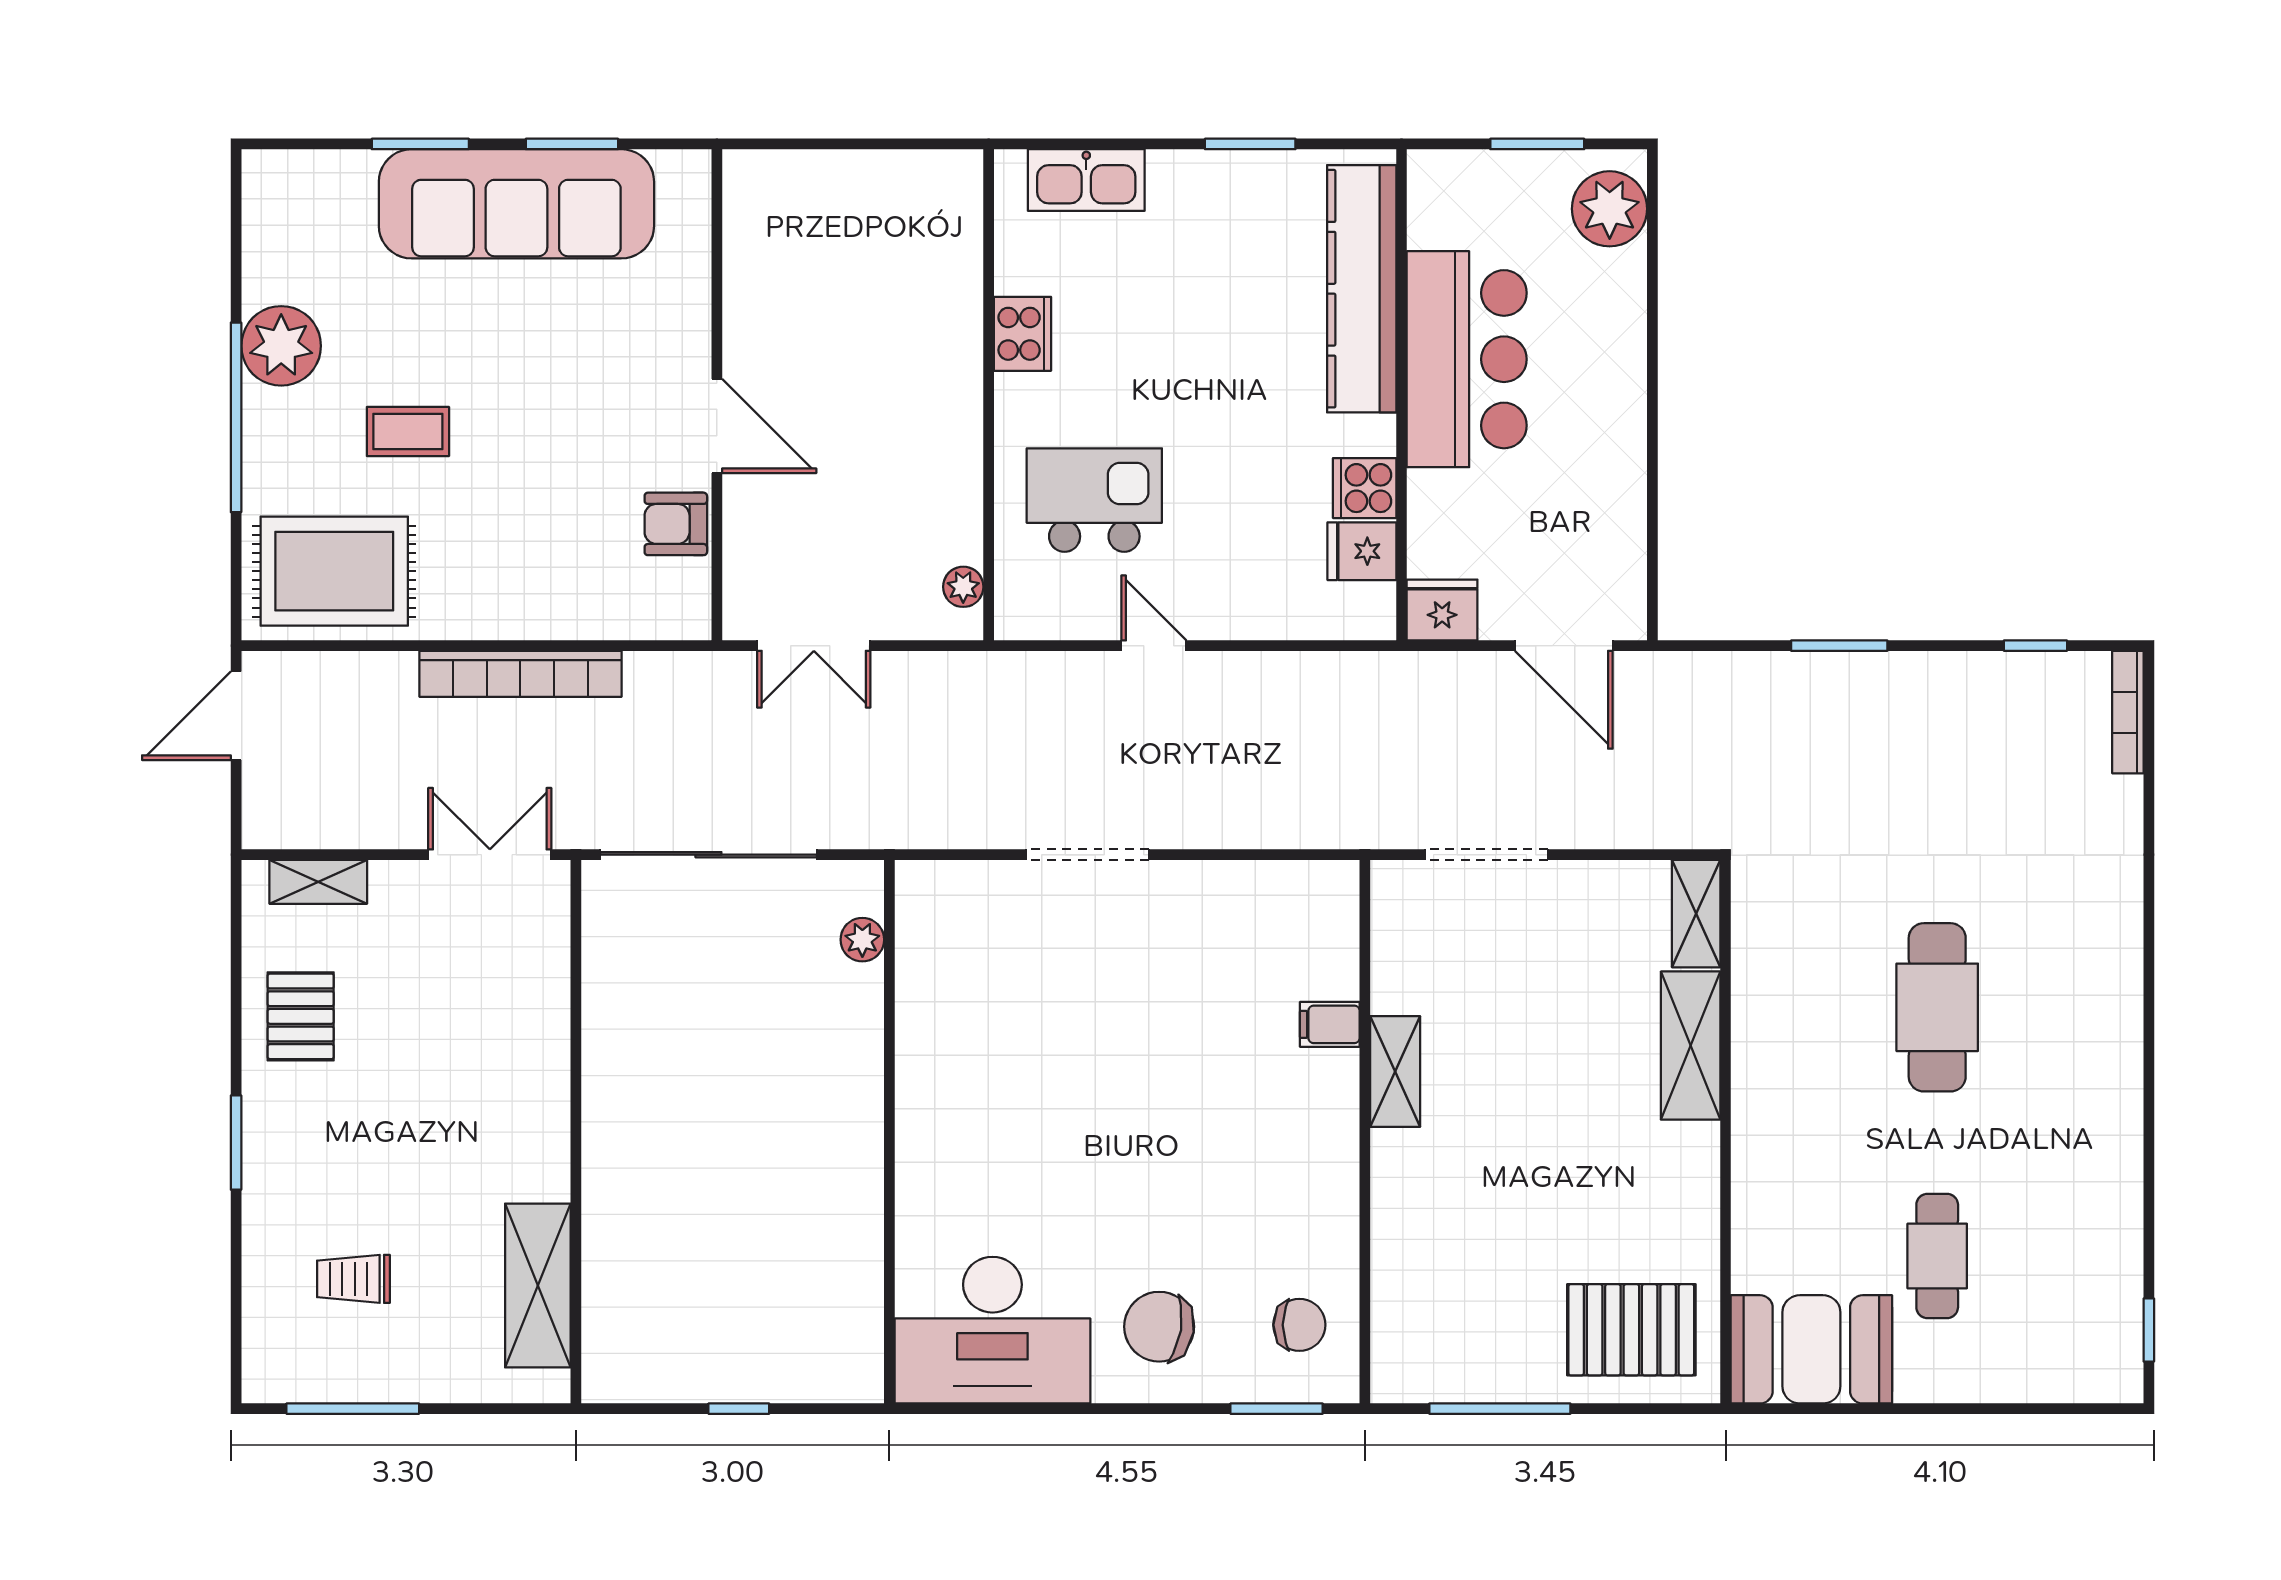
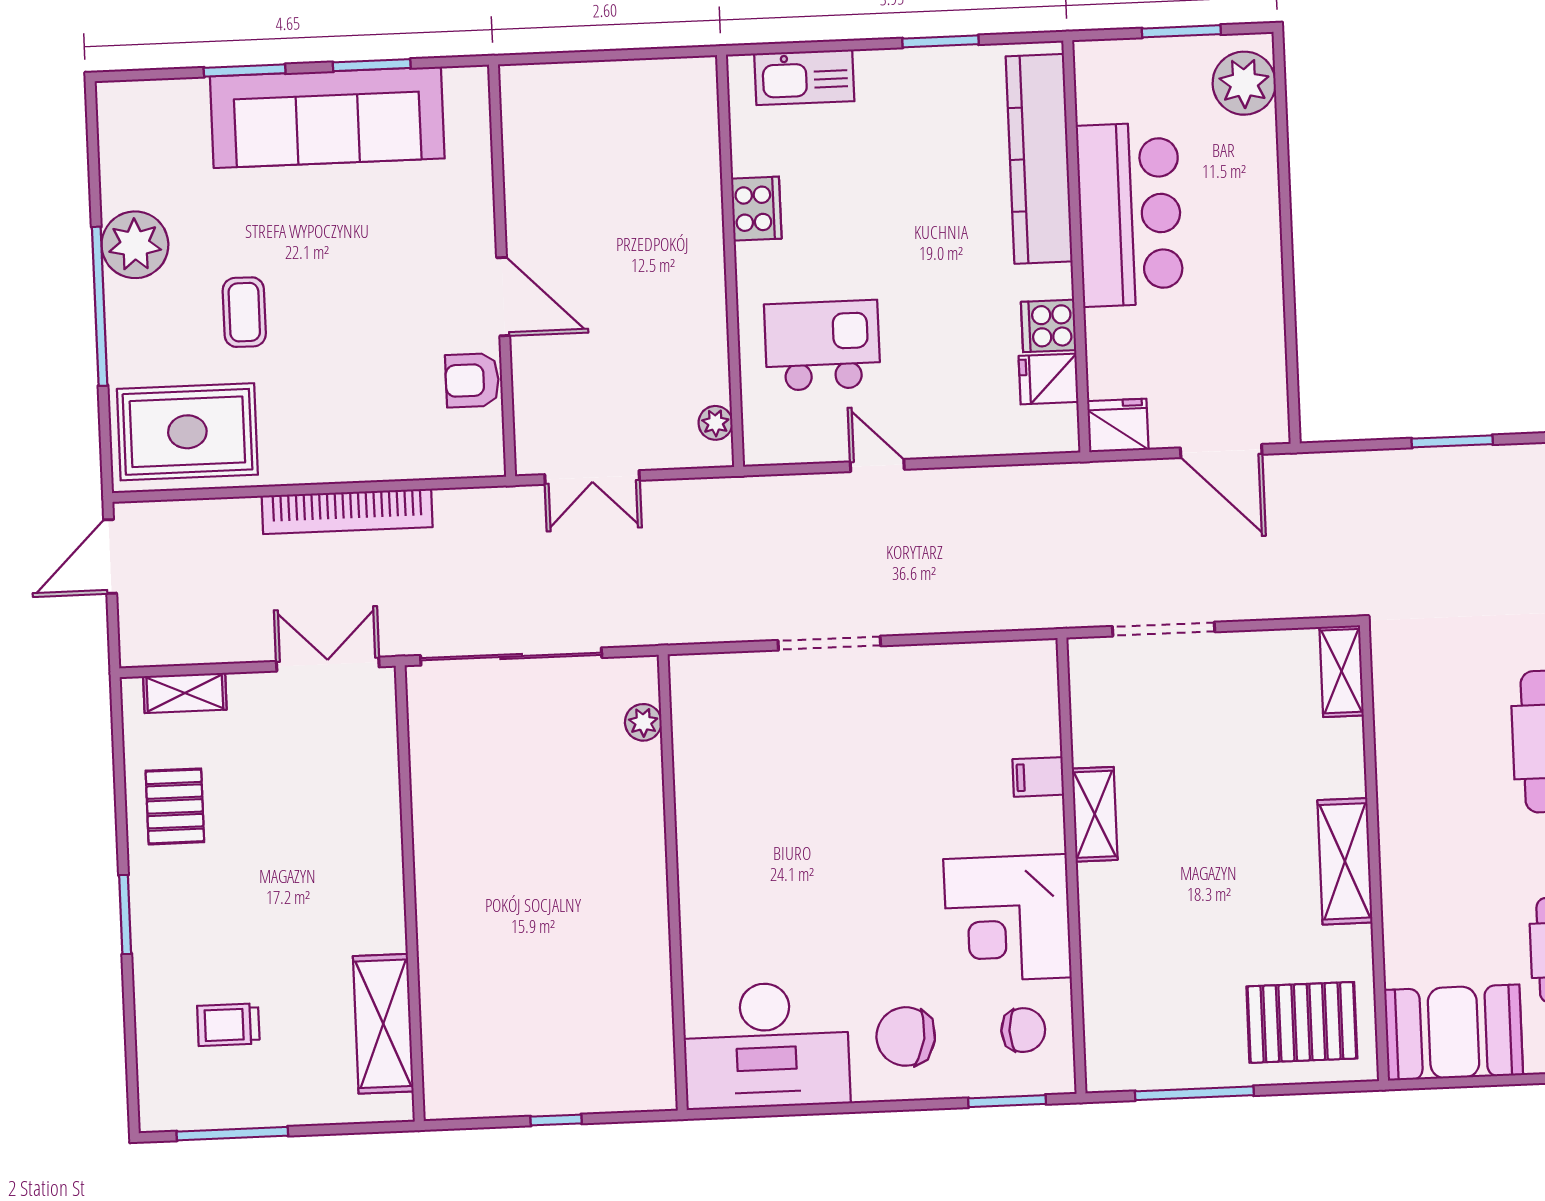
coffee table: (408, 431) -> (244, 312), turned 90
shelving: (1691, 1046) -> (1345, 861), moved
corner desk: (1286, 1191) -> (1007, 918), added

